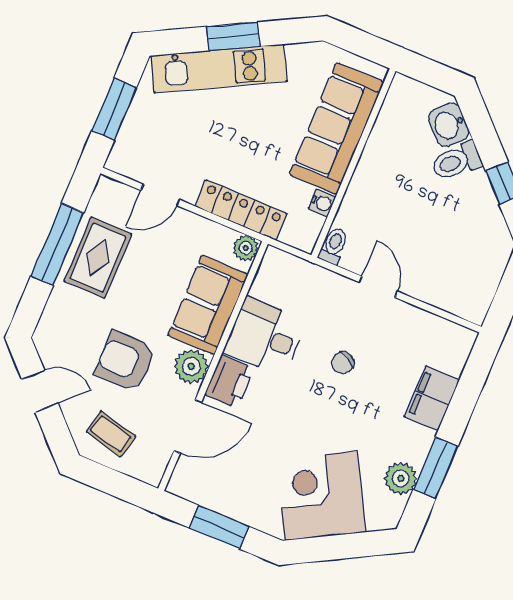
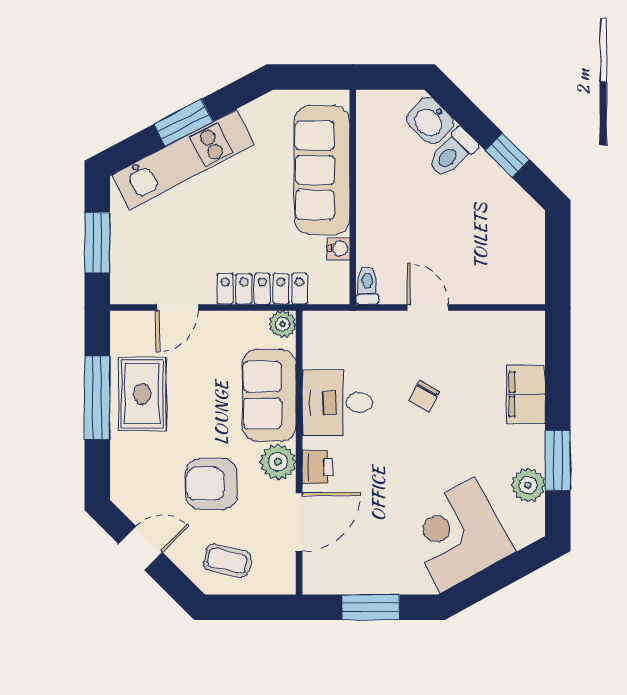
printer: (229, 381) -> (318, 467), width x0.73, depth x0.81

